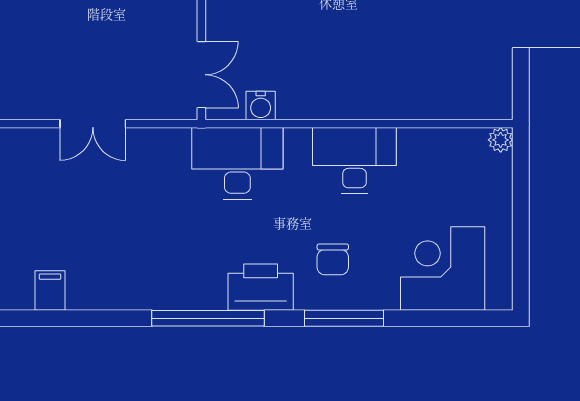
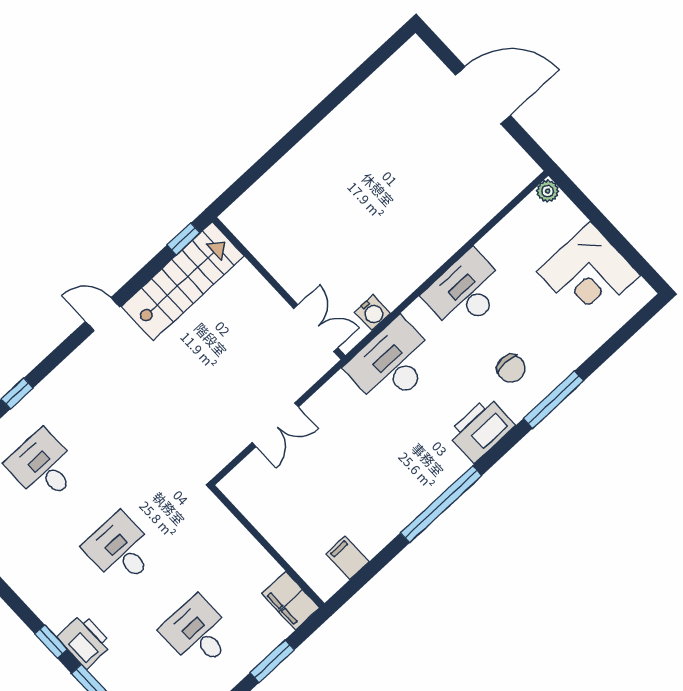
corner desk: (443, 268) -> (589, 273), moved, turned -90
window: (208, 318) -> (441, 504), moved

